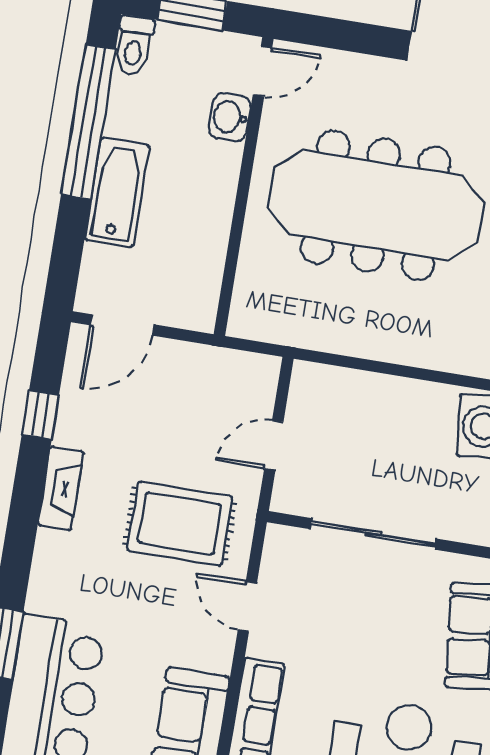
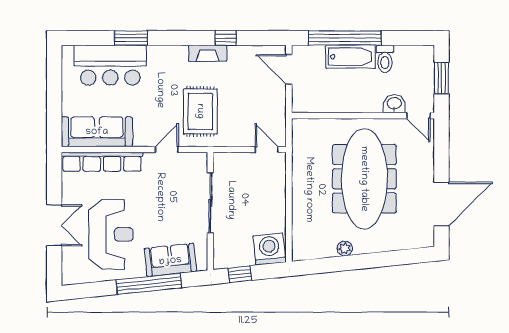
toilet: (134, 45) -> (385, 59), moved, turned -90
window: (88, 122) -> (345, 38), moved
window: (40, 415) -> (226, 38), moved
door: (274, 445) -> (267, 149), moved

